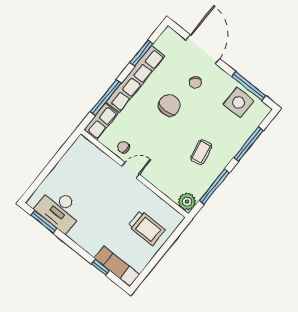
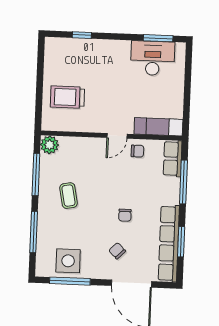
row of seats: (136, 79) -> (169, 243), moved
chair: (169, 105) -> (125, 215), width x0.54, depth x0.54
exam couch: (117, 266) -> (158, 127), moved, turned 180

